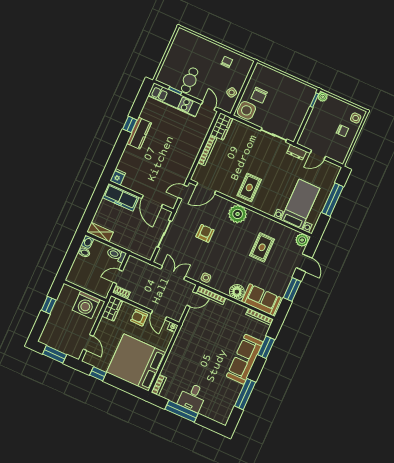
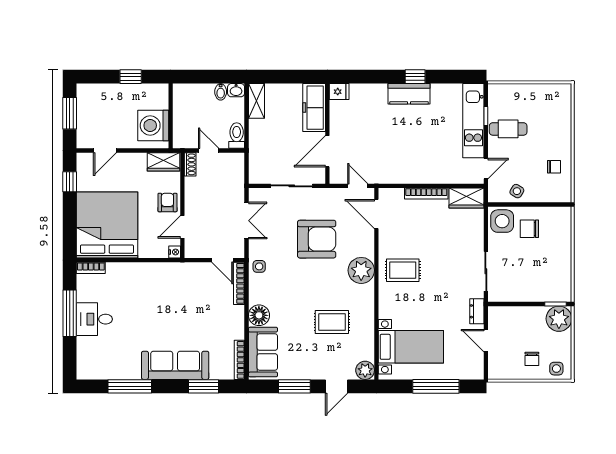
plant: (323, 97) -> (559, 319), width x1.87, depth x1.87
armchair: (205, 233) -> (317, 239), width x1.88, depth x1.88

